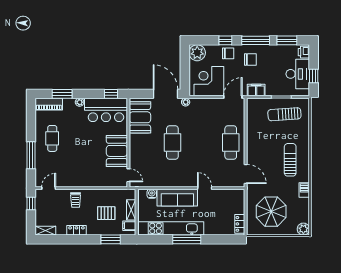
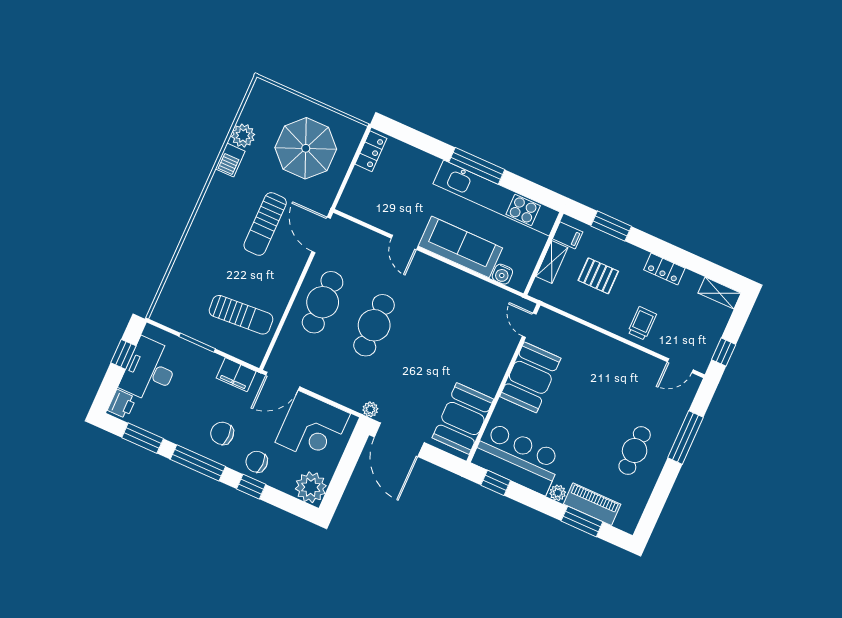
piano: (49, 104) -> (592, 504), moved
sun lounger: (284, 114) -> (241, 315), moved
cafe table: (172, 143) -> (374, 325), moved
sun lounger: (290, 160) -> (265, 224), moved
plant: (303, 229) -> (243, 136), moved

